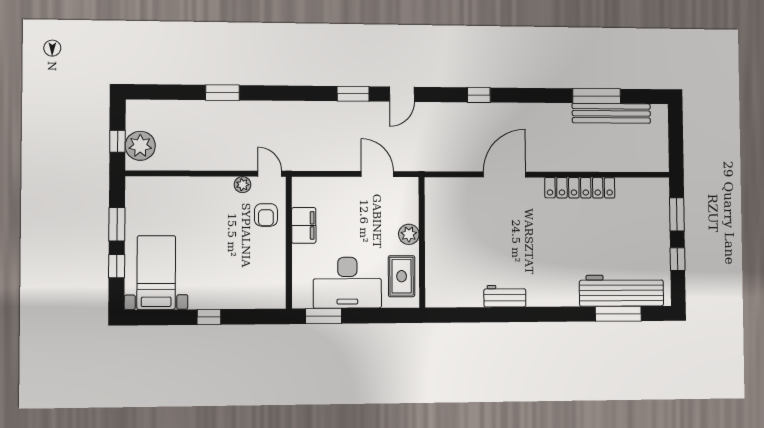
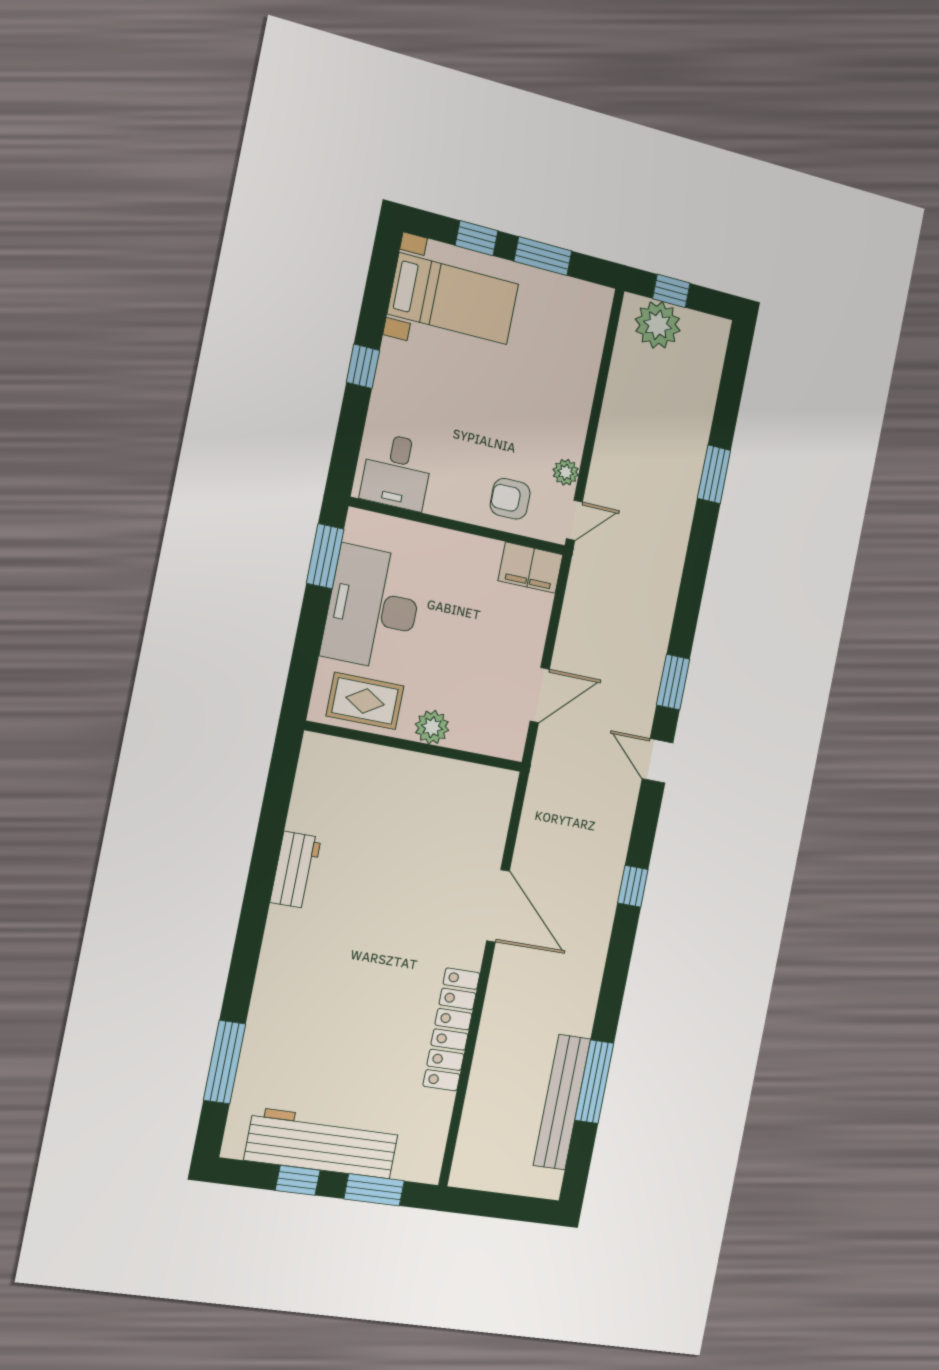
filing cabinet: (304, 225) -> (531, 568), moved
desk: (265, 285) -> (397, 472), added
workbench: (621, 291) -> (322, 1143), moved, turned -90

